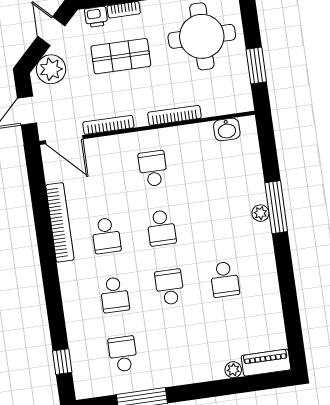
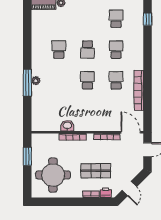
plant: (51, 69) -> (132, 169), removed
washbasin: (227, 130) -> (67, 126), moved
school desk: (153, 169) -> (87, 111), removed
school desk: (123, 354) -> (116, 19), turned 180

